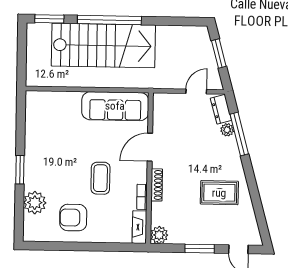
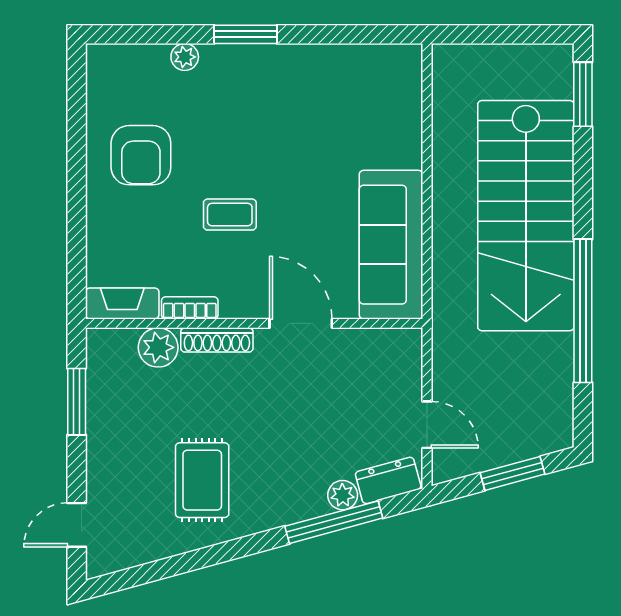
window: (109, 20) -> (583, 311), moved
coffee table: (100, 178) -> (230, 215), width x0.73, depth x0.77
plant: (35, 203) -> (185, 57), width x0.53, depth x0.53
armchair: (73, 218) -> (141, 155), turned 180
plant: (159, 235) -> (158, 347), moved
window: (200, 249) -> (77, 402), moved

